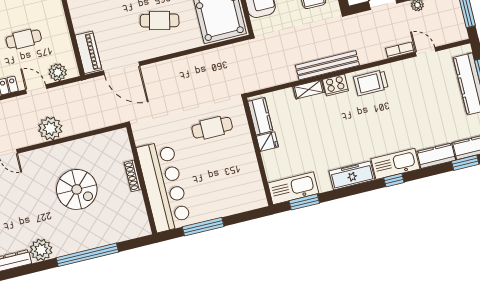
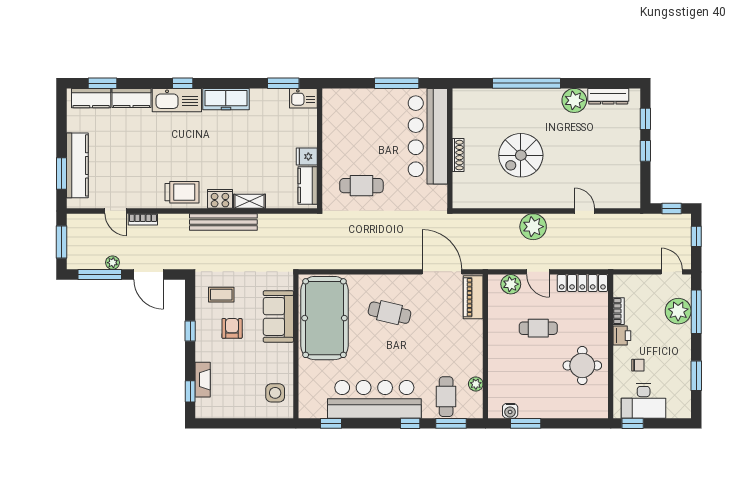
kitchen sink: (293, 188) -> (303, 98), width x0.53, depth x0.81
spiral stairs: (77, 189) -> (521, 155), turned -90

